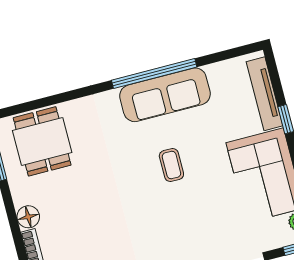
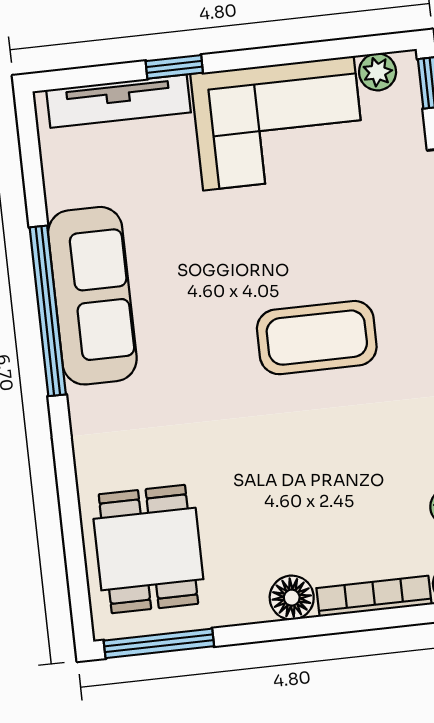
dining table: (42, 141) -> (148, 549), turned 90
coffee table: (171, 165) -> (317, 338), moved, width x1.86, depth x1.72

